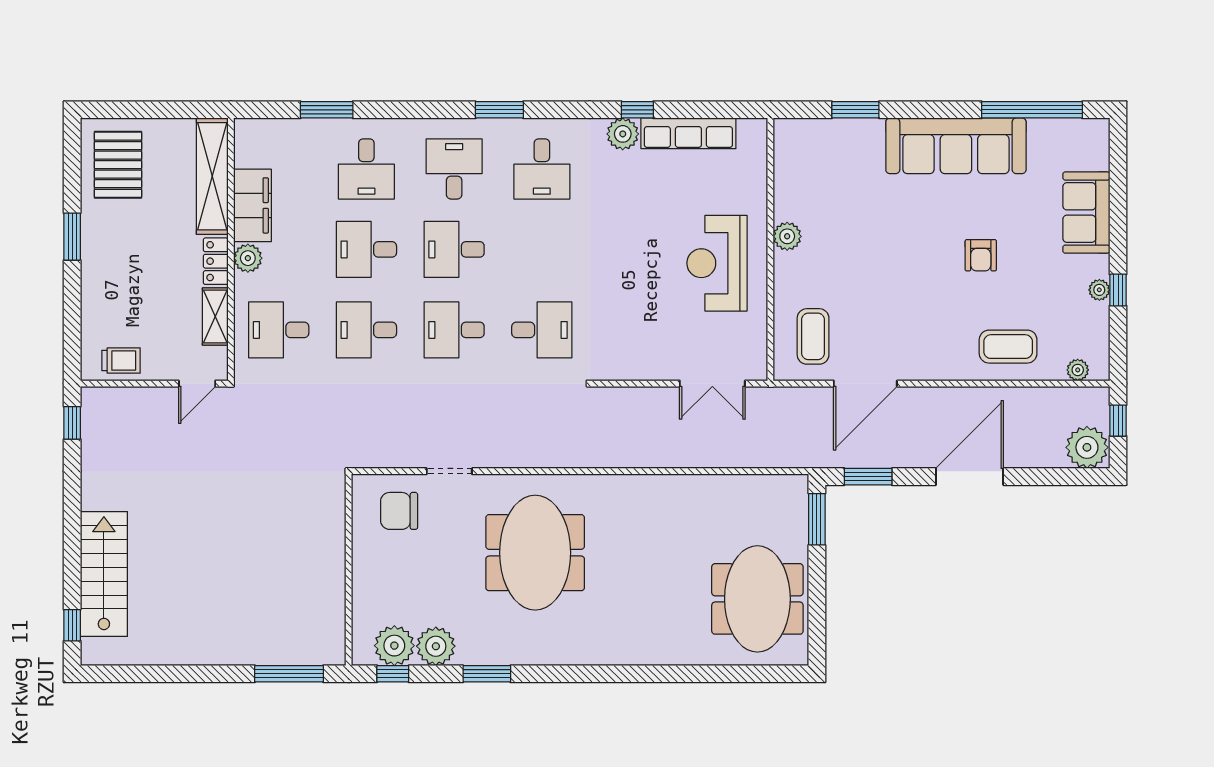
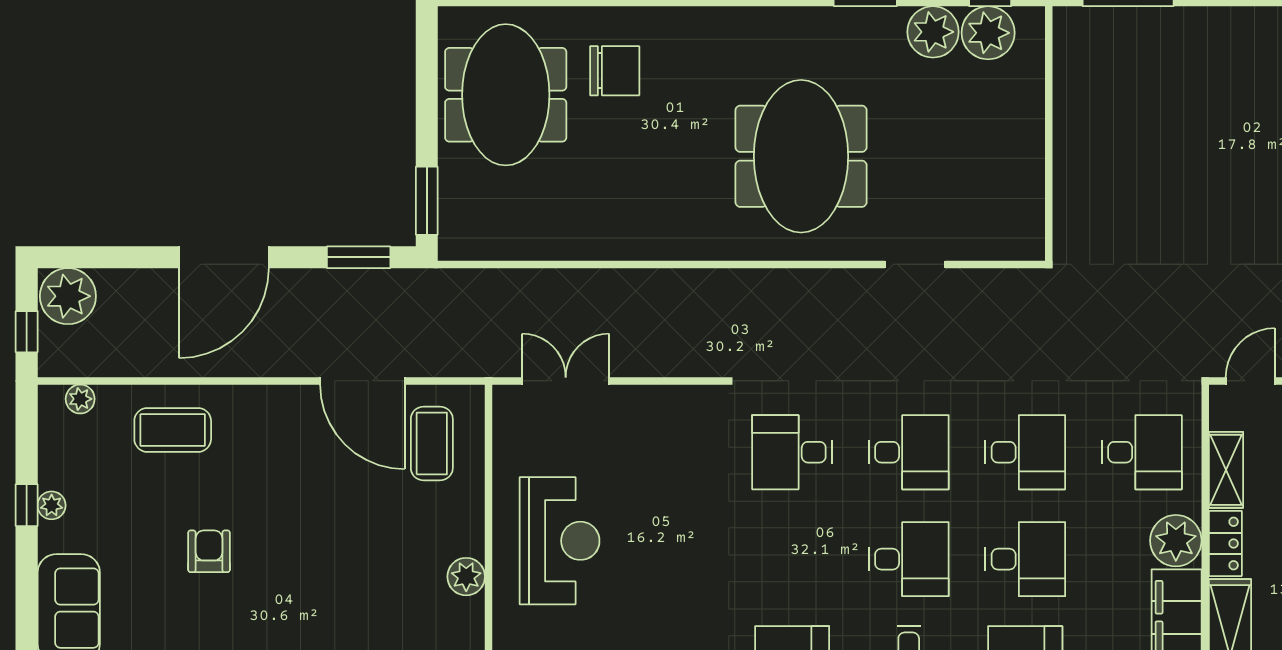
plant: (248, 258) -> (1176, 541), width x1.36, depth x1.36
door: (865, 384) -> (362, 381), swing flipped
chair: (399, 511) -> (615, 71), moved

